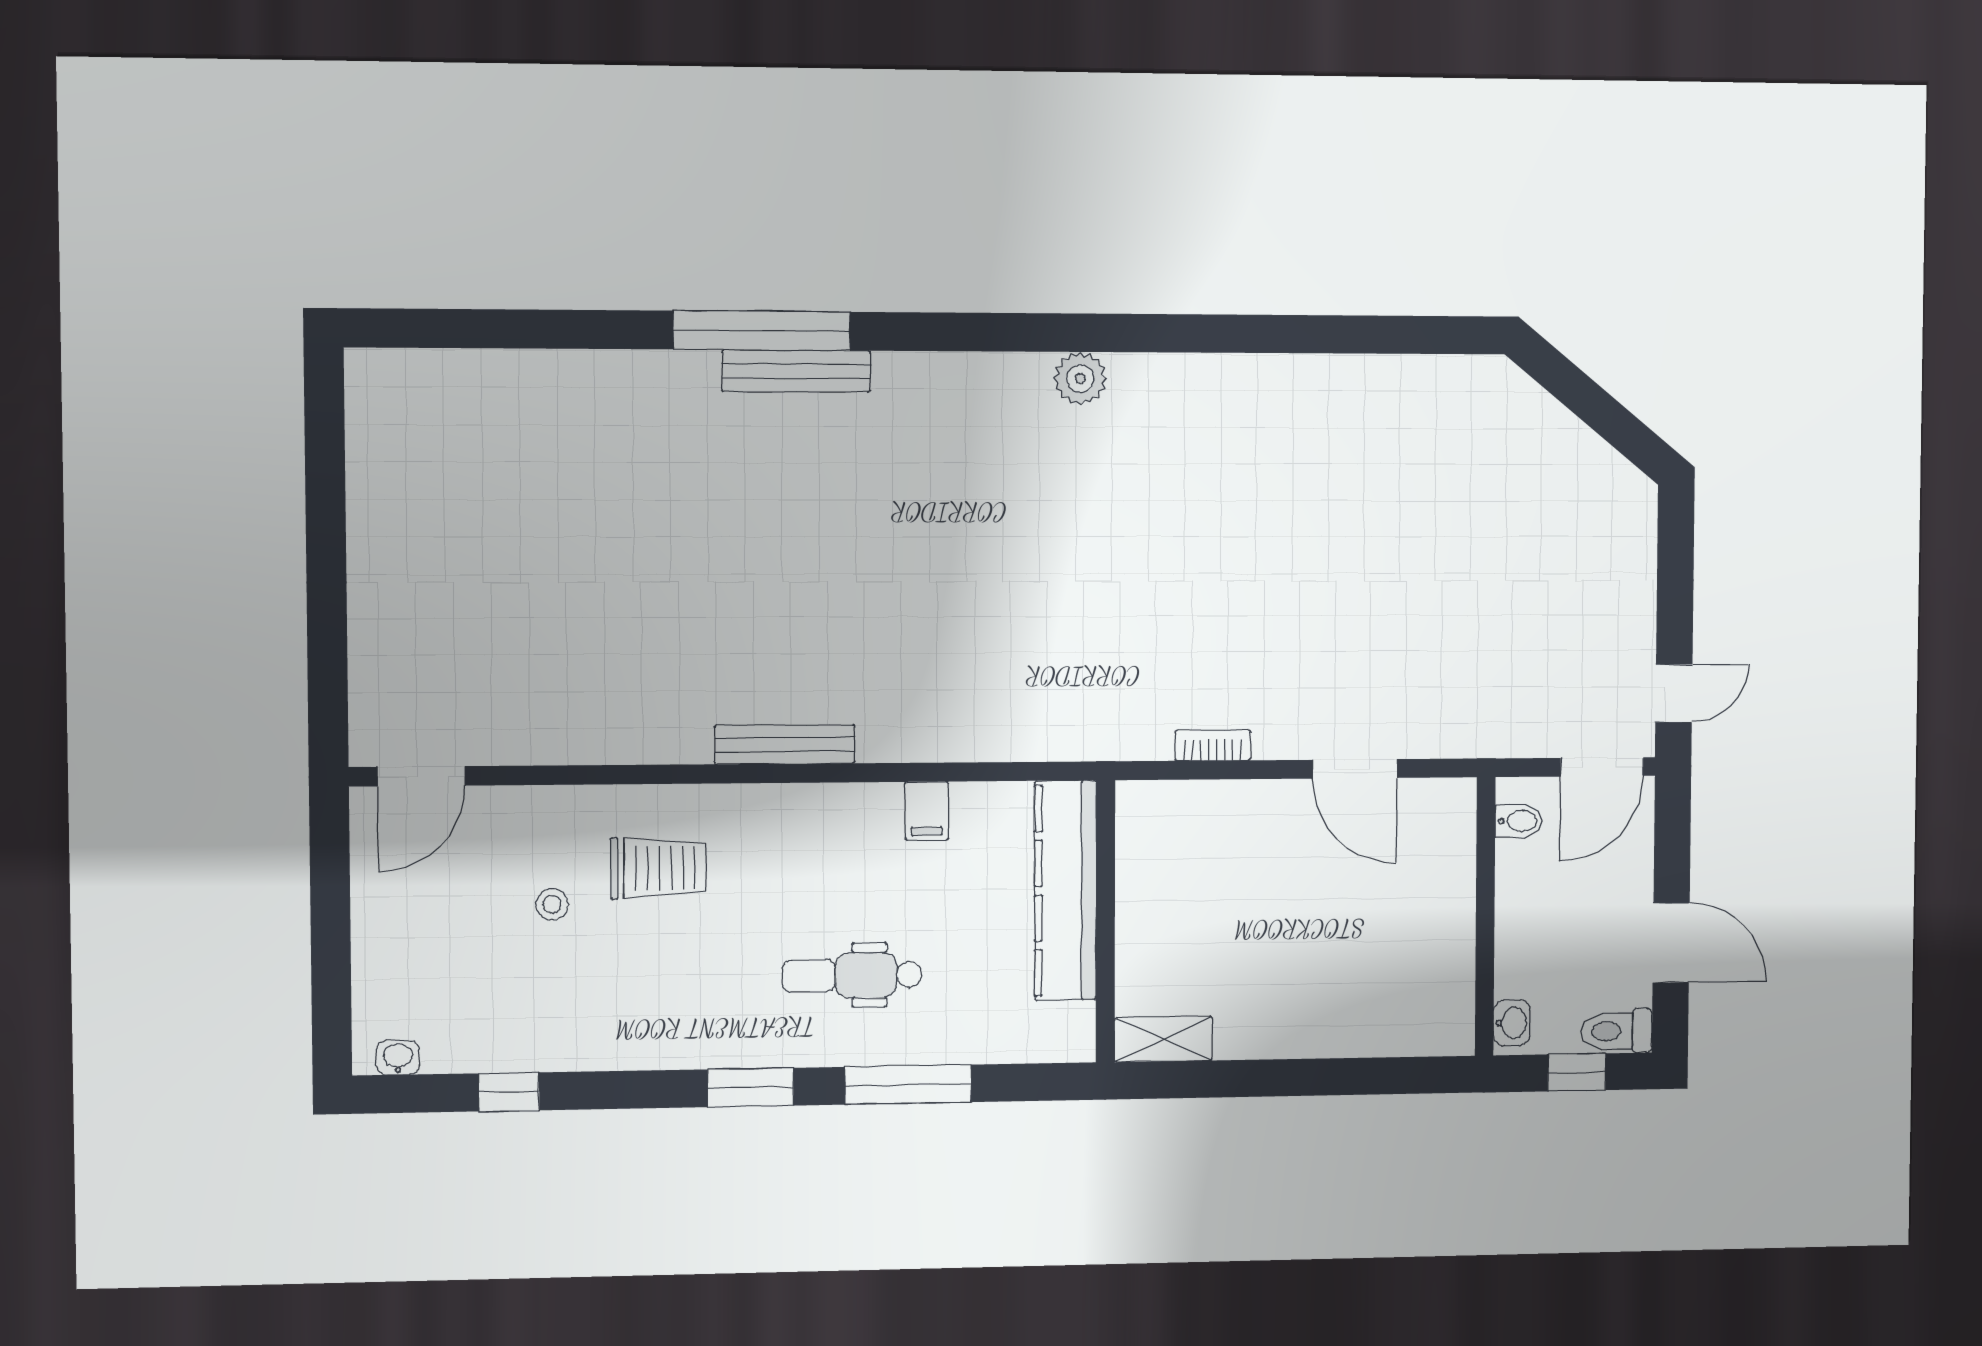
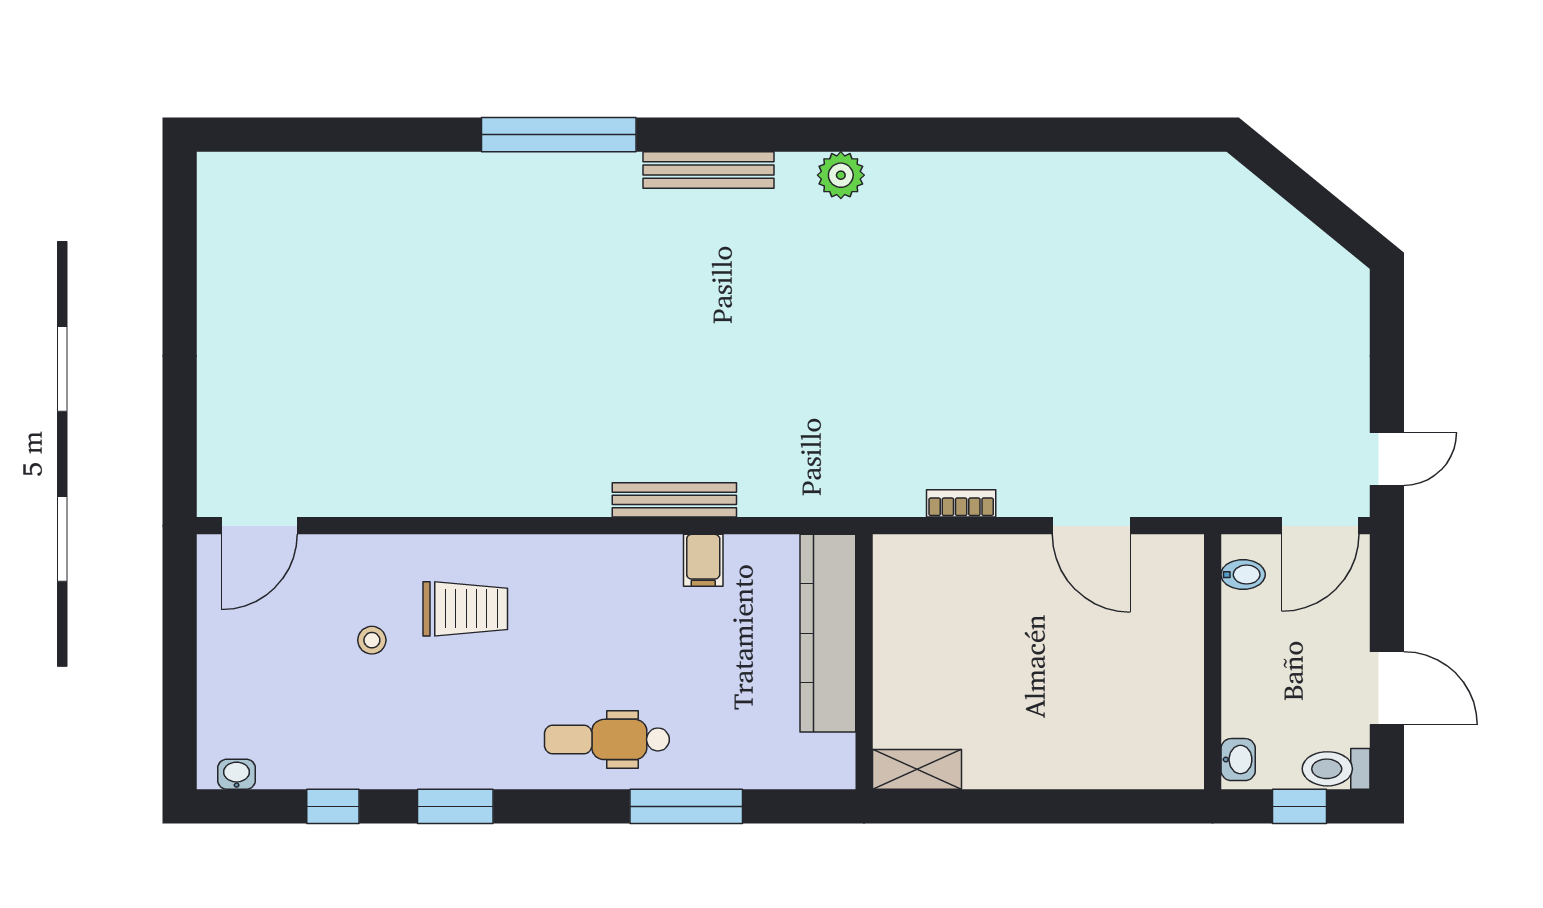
bench: (796, 371) -> (708, 170), moved
bench: (785, 744) -> (674, 500), moved
dental chair: (852, 975) -> (607, 739), moved
window: (751, 1087) -> (455, 806), moved

